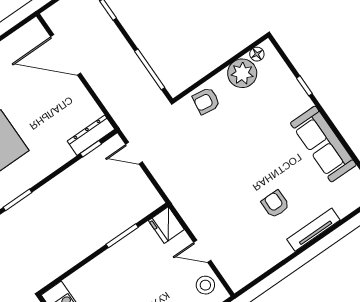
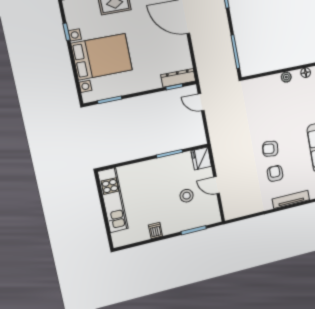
plant: (242, 73) -> (286, 77), width x0.53, depth x0.53
armchair: (206, 101) -> (270, 149), moved
stool: (205, 285) -> (187, 196), moved

